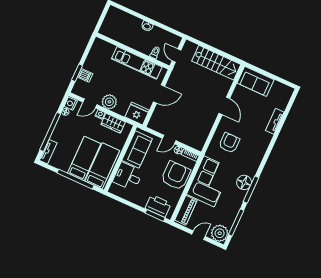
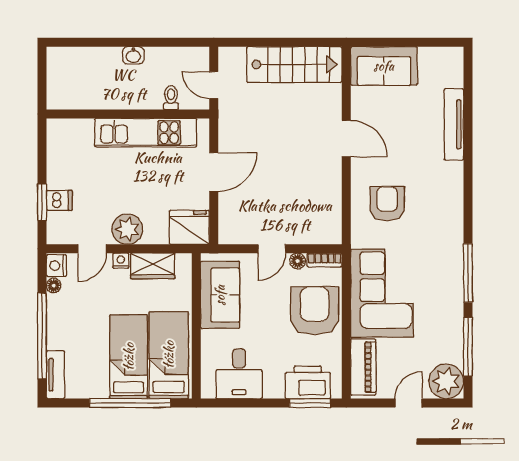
tv unit: (275, 121) -> (454, 124), width x1.41
desk: (128, 176) -> (239, 374), moved, turned -90
floor lamp: (244, 182) -> (449, 265), removed

